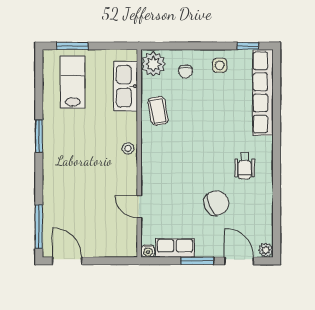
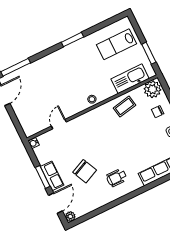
window: (72, 46) -> (149, 53), moved
lab bench: (73, 82) -> (116, 44), turned 180
row of seats: (175, 248) -> (52, 176), moved

